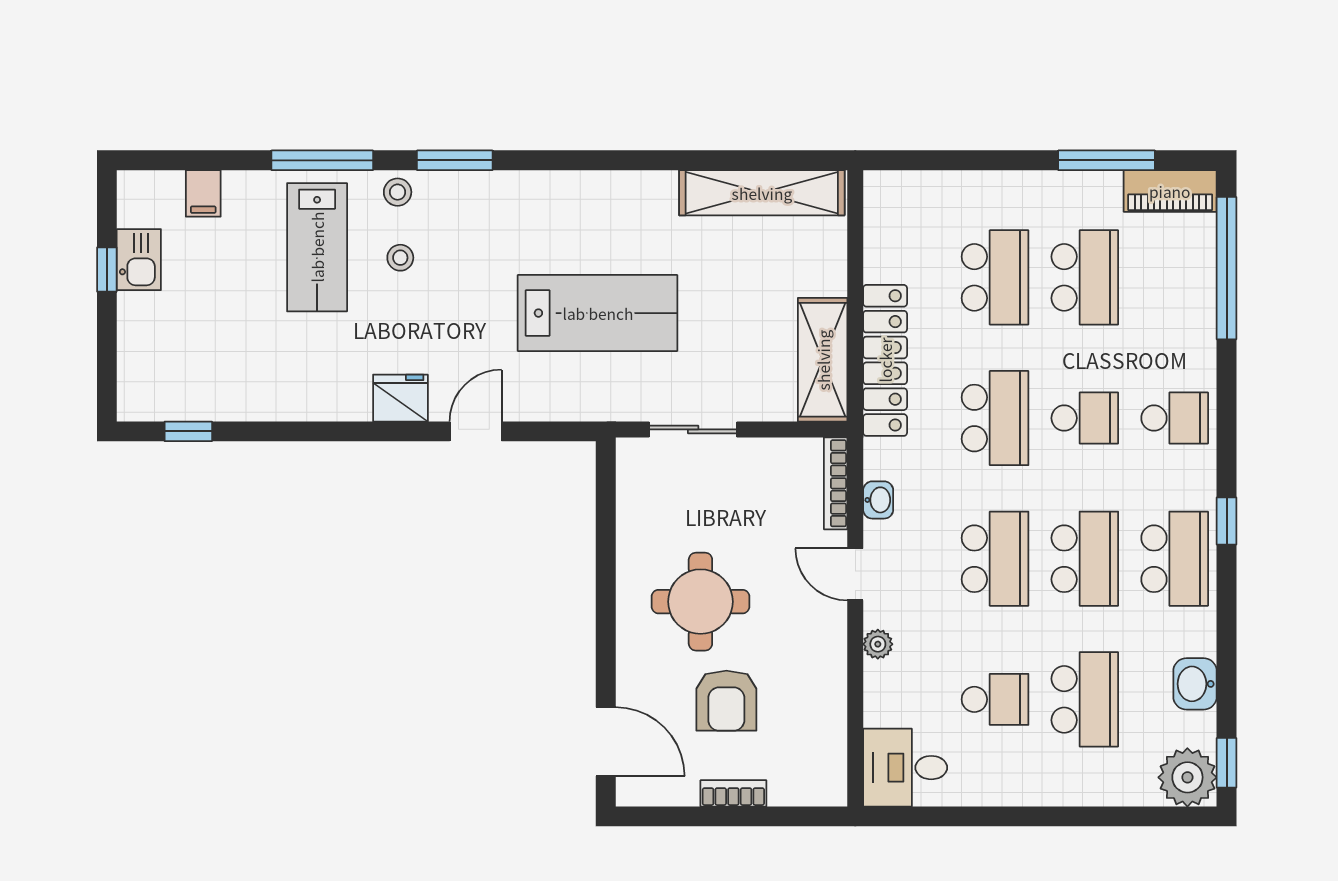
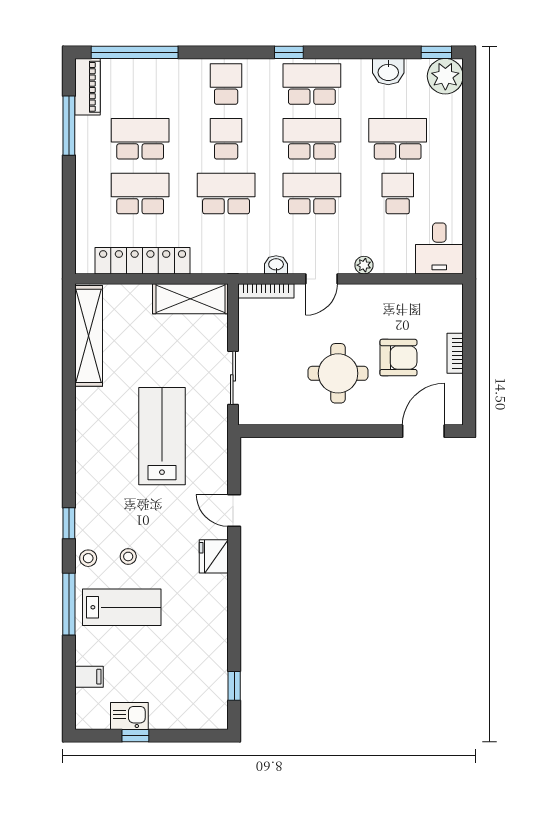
window: (455, 160) -> (69, 523), width x0.67
locker: (885, 360) -> (143, 261), moved

